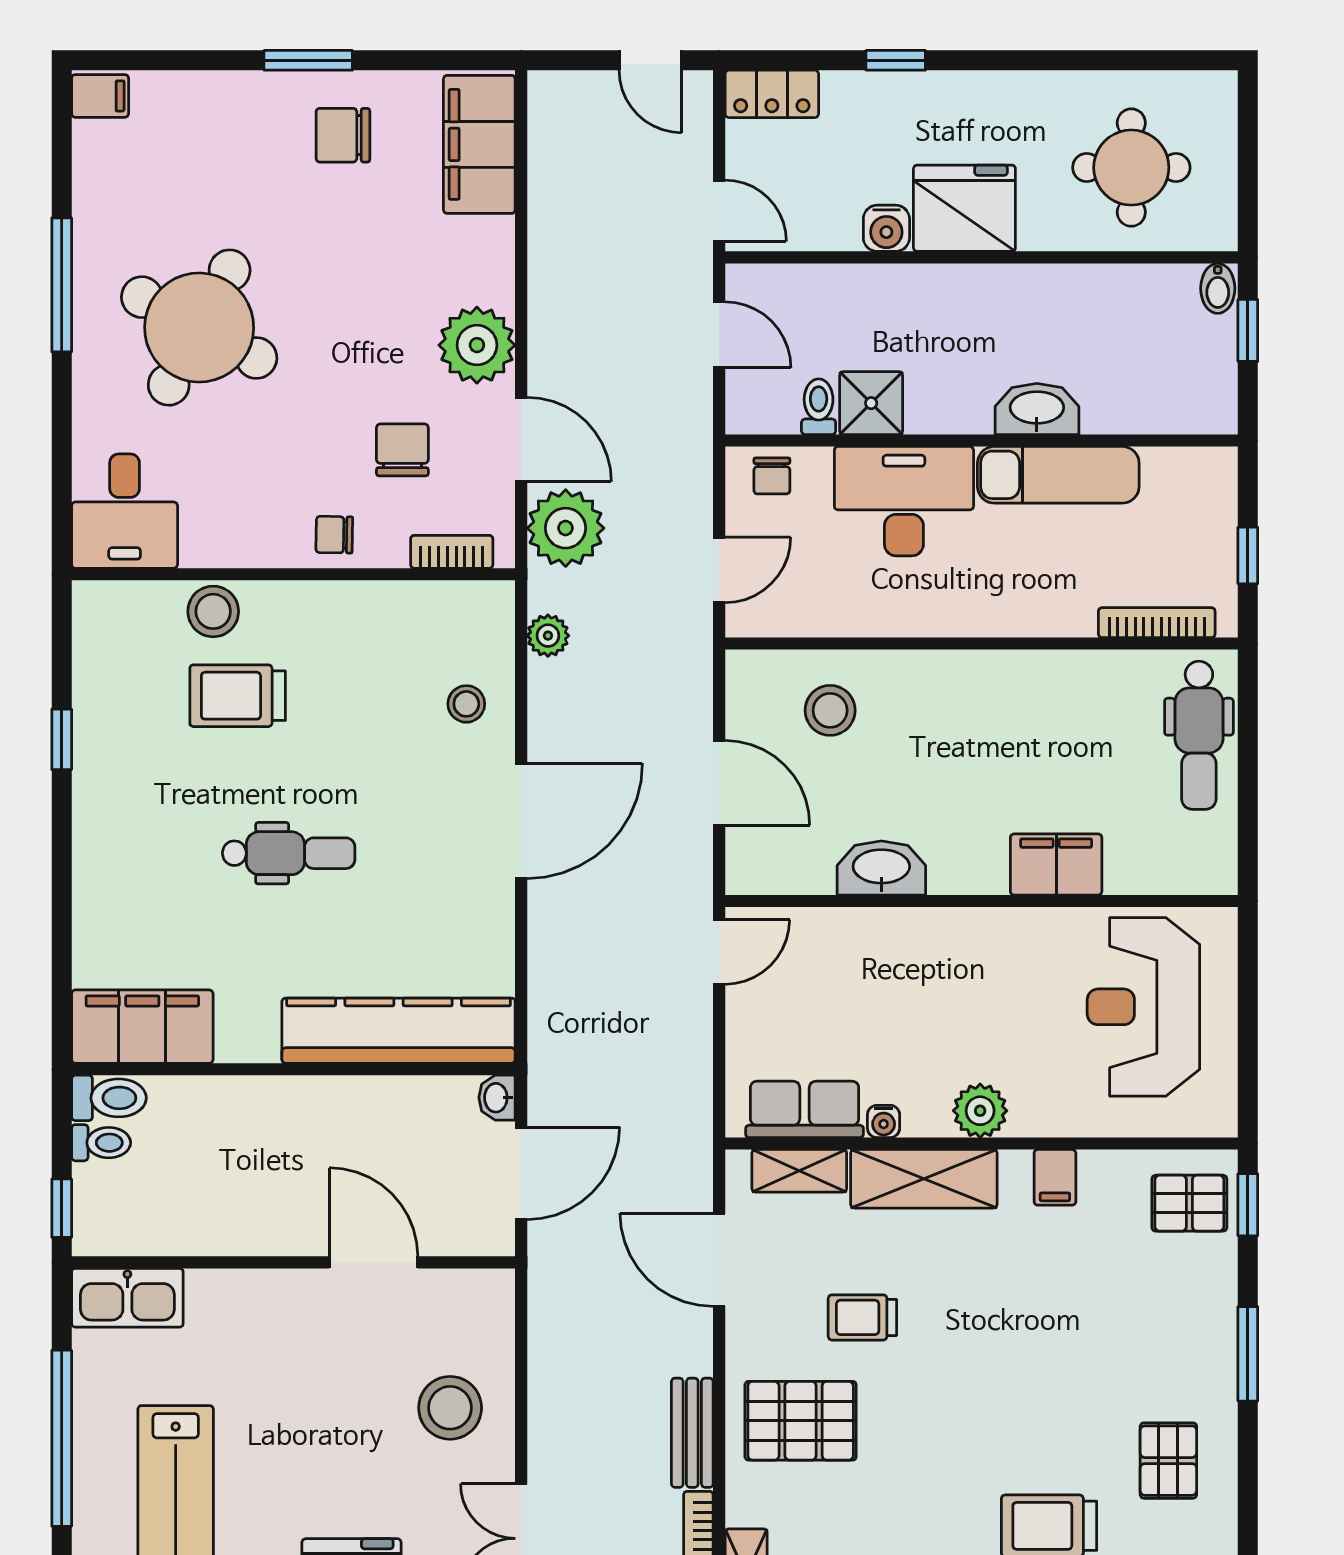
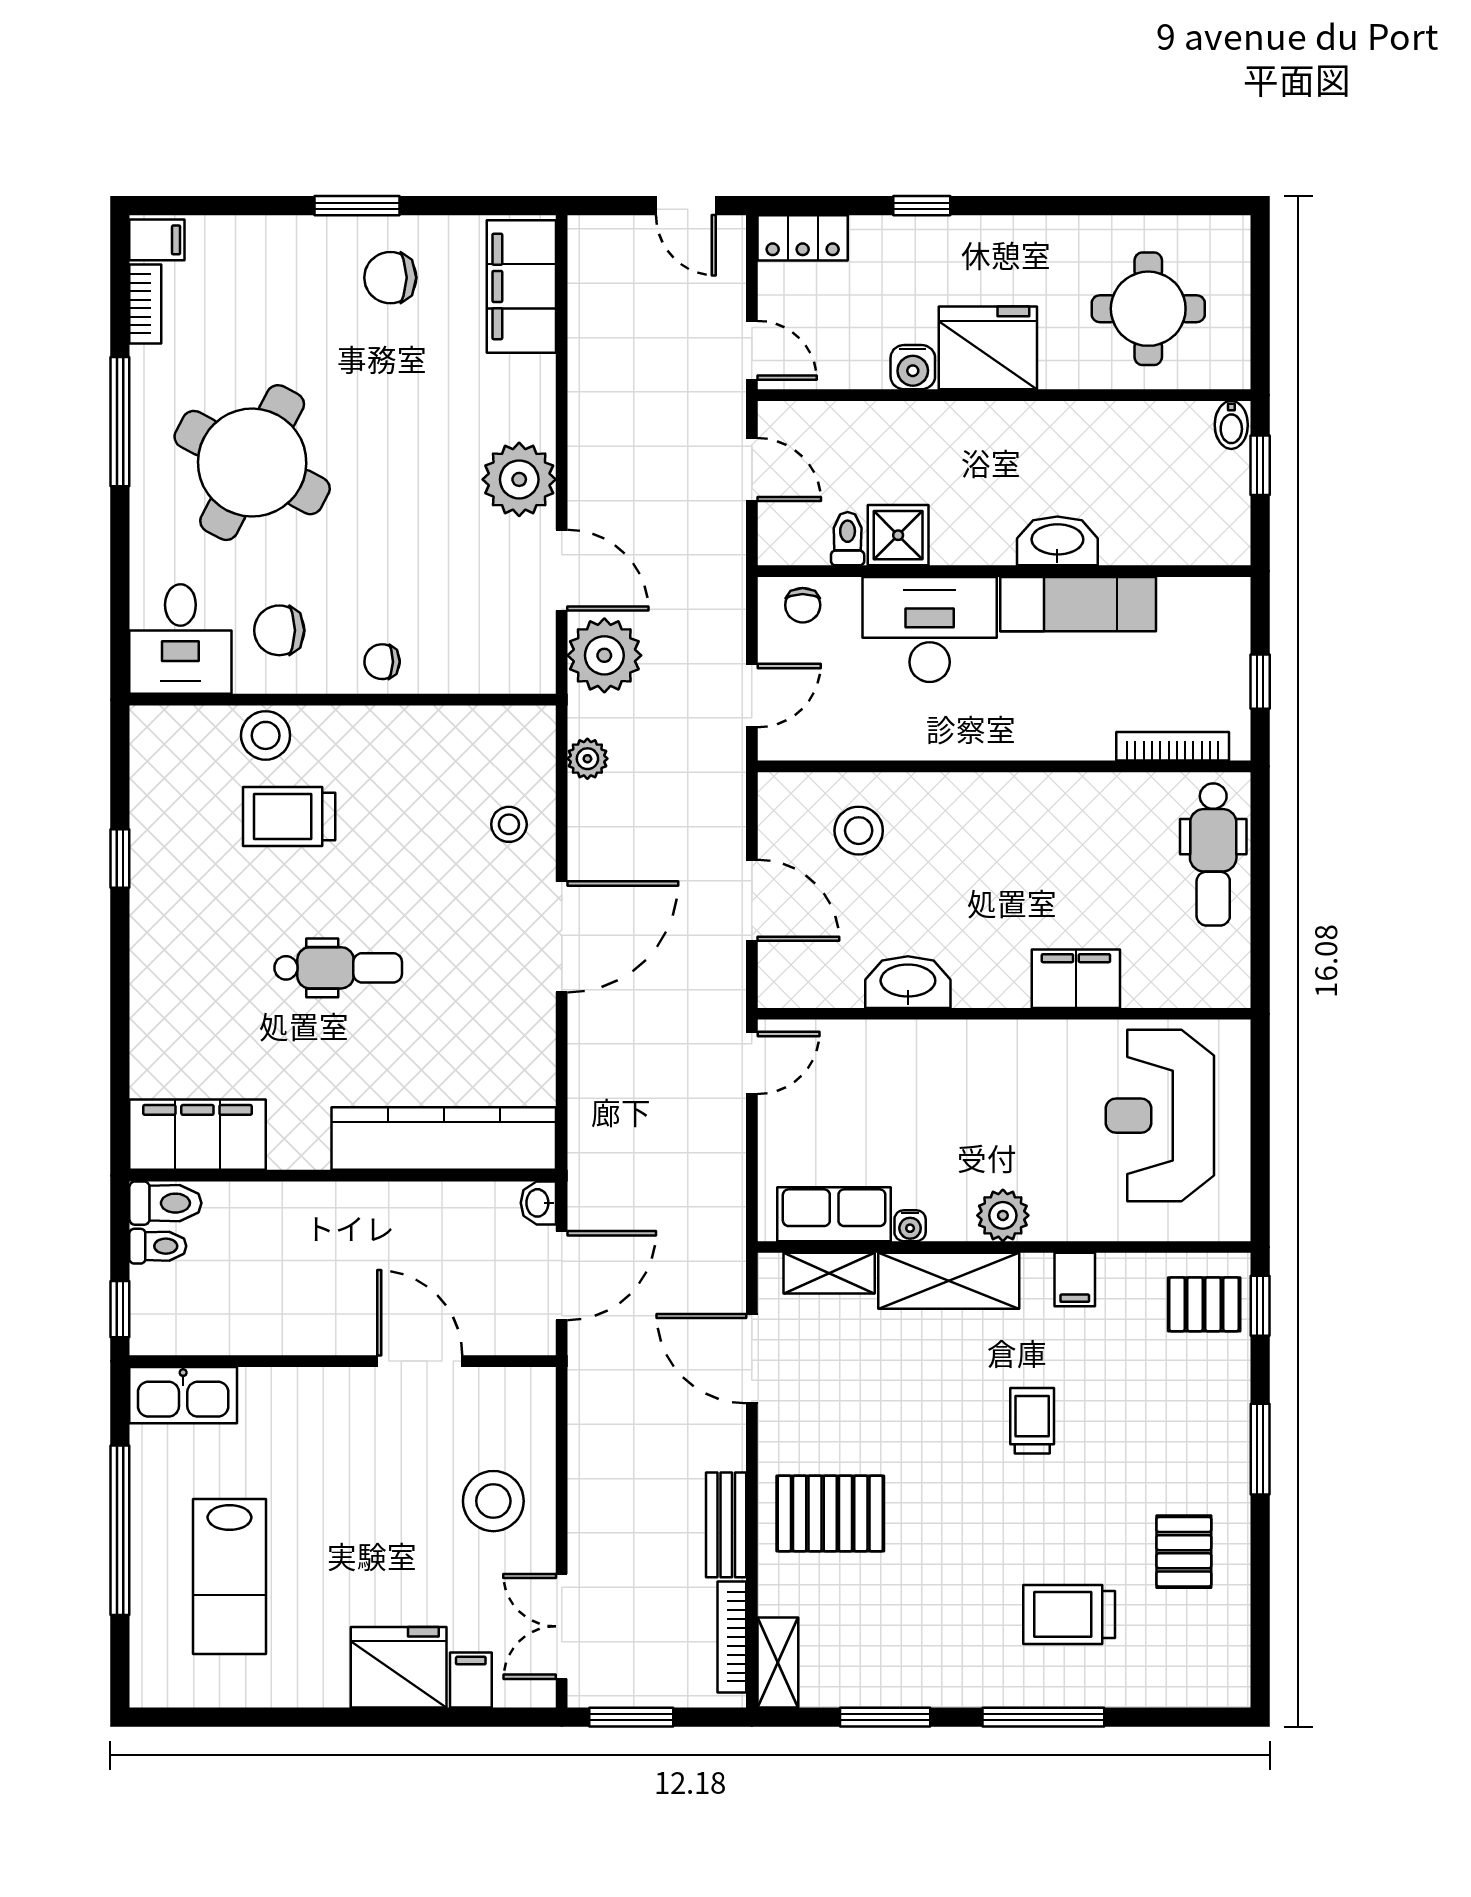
chair: (402, 450) -> (279, 630), moved, turned -90
bookcase: (452, 552) -> (145, 304), moved, turned 90
trolley: (862, 1317) -> (1032, 1421), moved, turned 90

